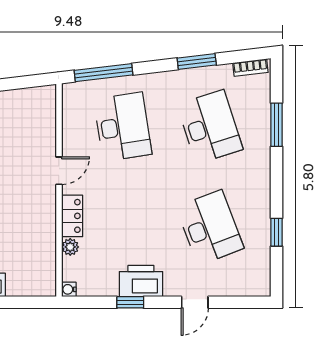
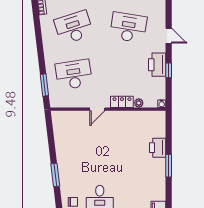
window: (197, 61) -> (38, 35), removed
window: (103, 73) -> (44, 85), width x0.69
door: (59, 171) -> (97, 109), swing flipped
desk: (210, 228) -> (128, 27), turned 30

